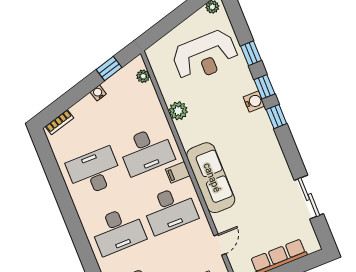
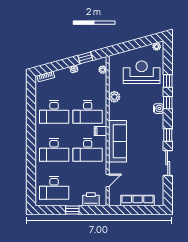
reception desk: (205, 56) -> (142, 72), turned 180
window: (276, 117) -> (168, 135), moved
desk: (94, 172) -> (54, 112), turned 180
sliding door: (309, 197) -> (168, 163), moved

